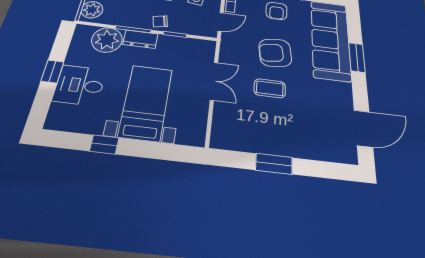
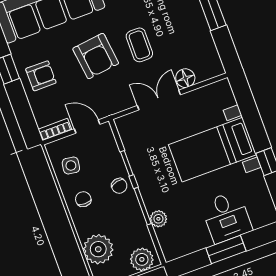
dresser: (140, 39) -> (150, 193), removed
plant: (107, 40) -> (158, 219), width x0.53, depth x0.53
window: (52, 71) -> (226, 249), width x1.50
floor lamp: (222, 111) -> (185, 78), added

